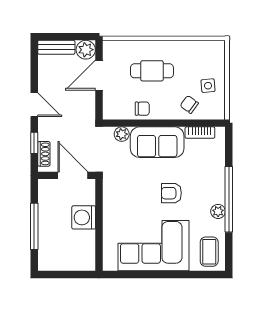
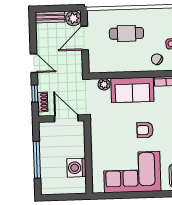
chair: (142, 109) -> (120, 64), removed
washing machine: (84, 217) -> (76, 168), moved

